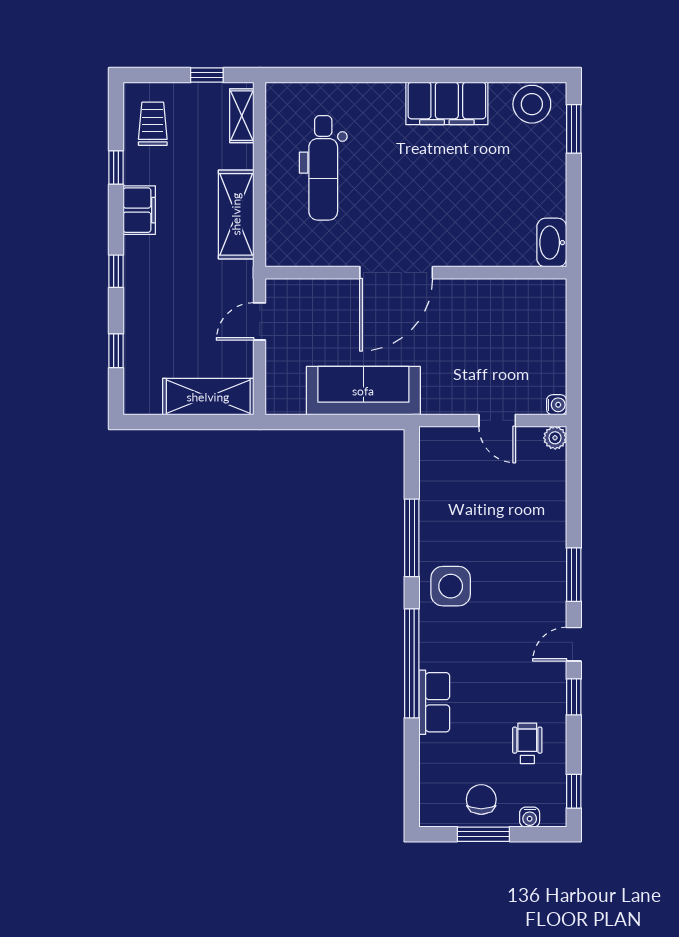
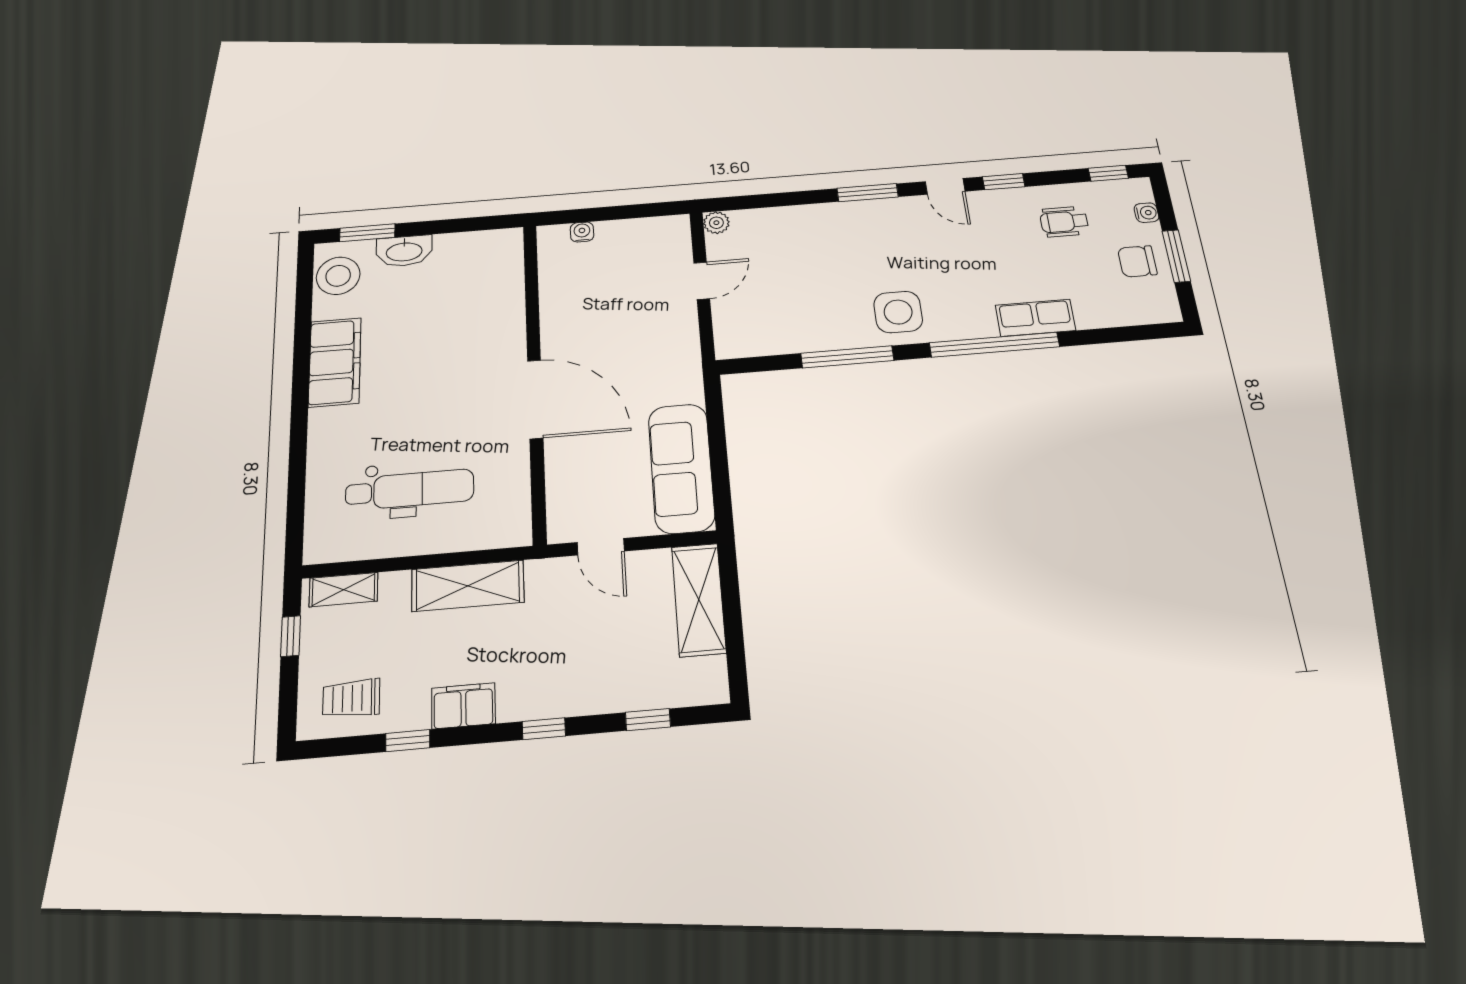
washbasin: (552, 243) -> (404, 251), moved
sofa: (363, 391) -> (681, 468), moved
water cooler: (557, 405) -> (582, 232), moved

